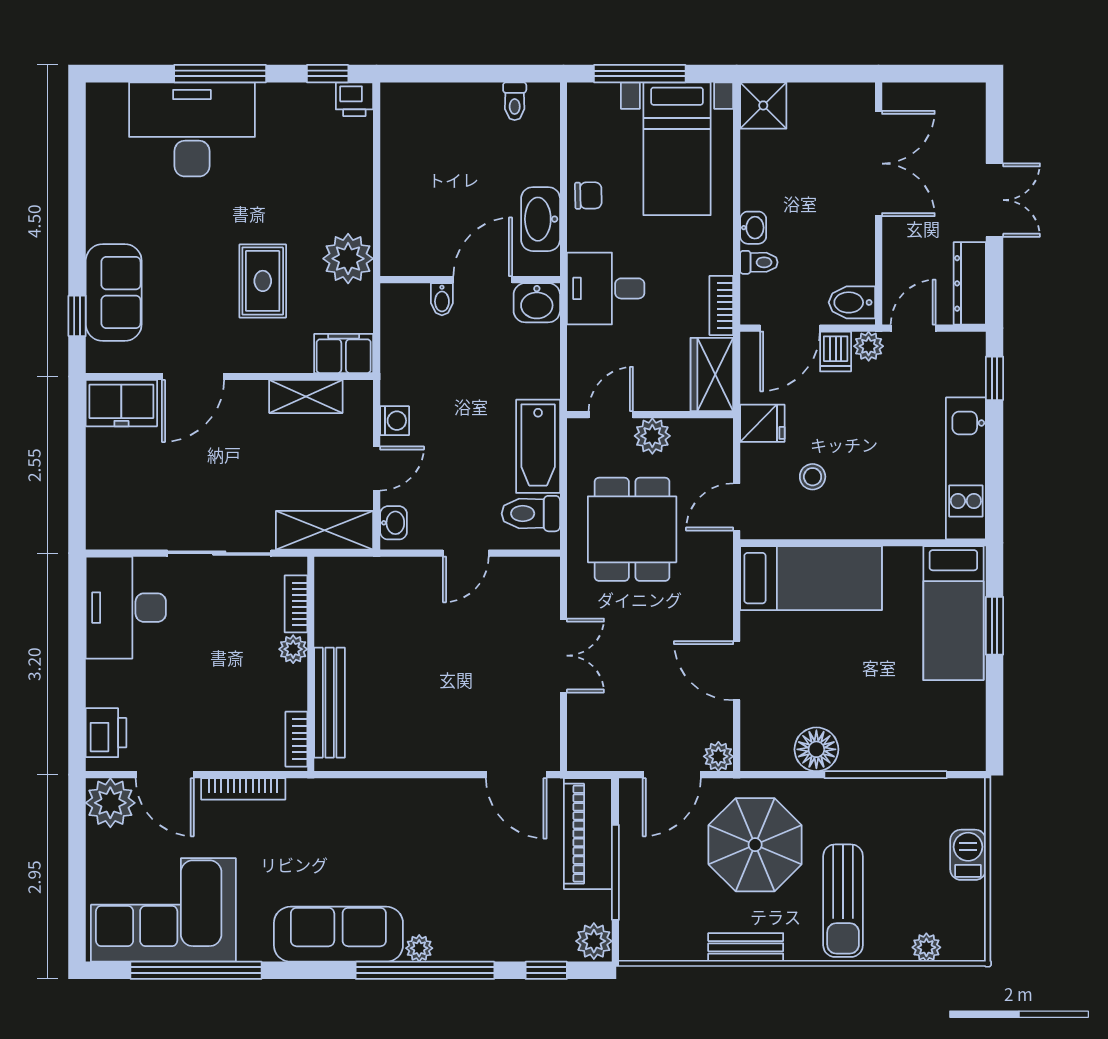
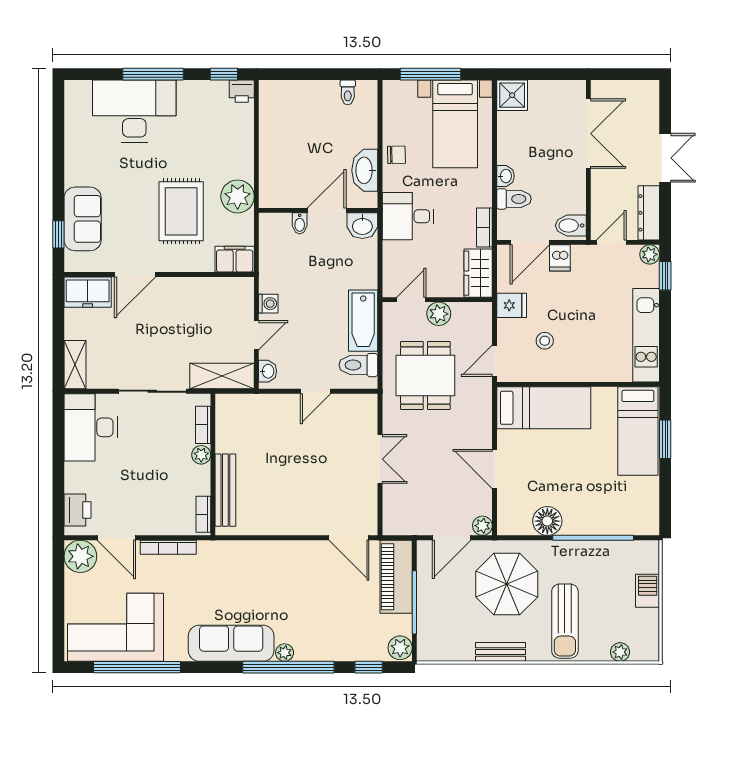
toilet: (759, 262) -> (514, 199), width x1.37, depth x1.39
rug: (263, 281) -> (181, 211), width x1.36, depth x1.43
plant: (869, 346) -> (650, 254), moved
shelving: (306, 397) -> (75, 365), moved, turned 90

